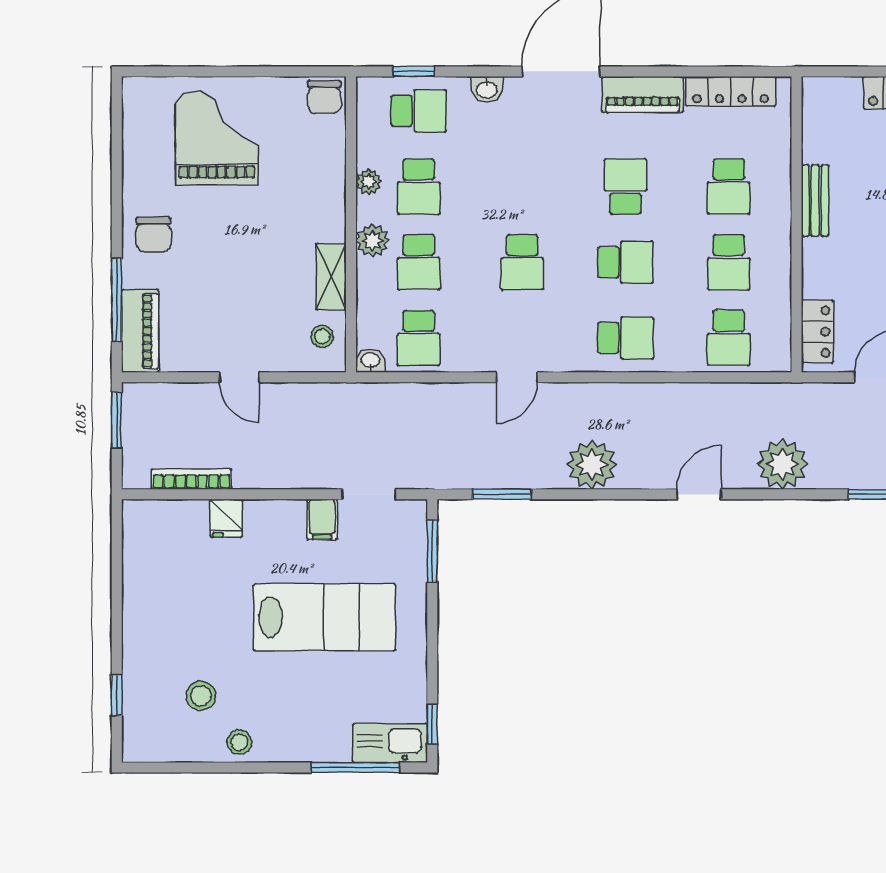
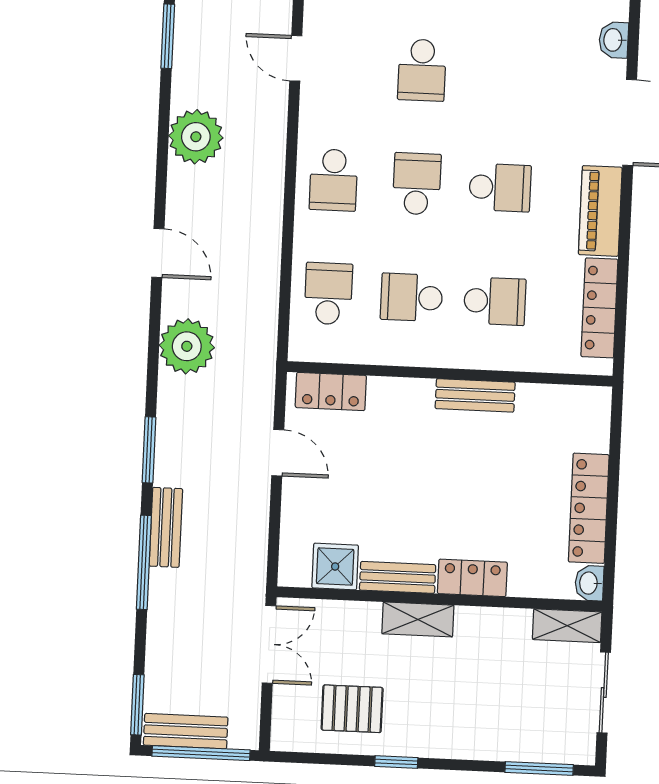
school desk: (729, 187) -> (495, 301), turned 180
school desk: (522, 262) -> (422, 70), turned -90
school desk: (625, 262) -> (417, 184), turned 180
school desk: (729, 338) -> (328, 294), turned 90

